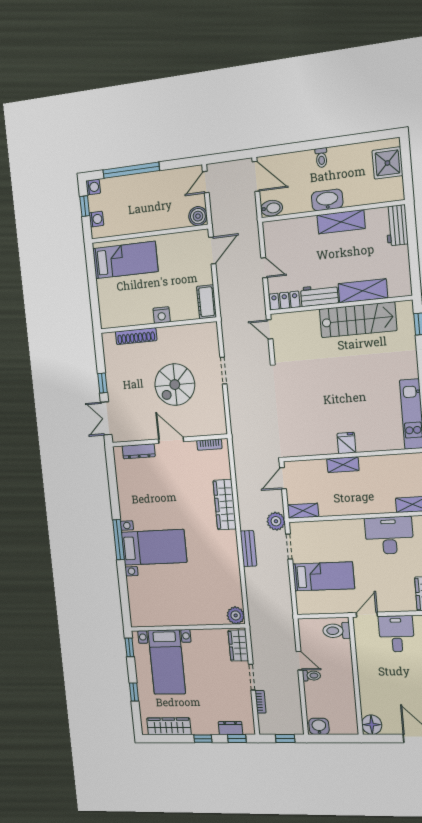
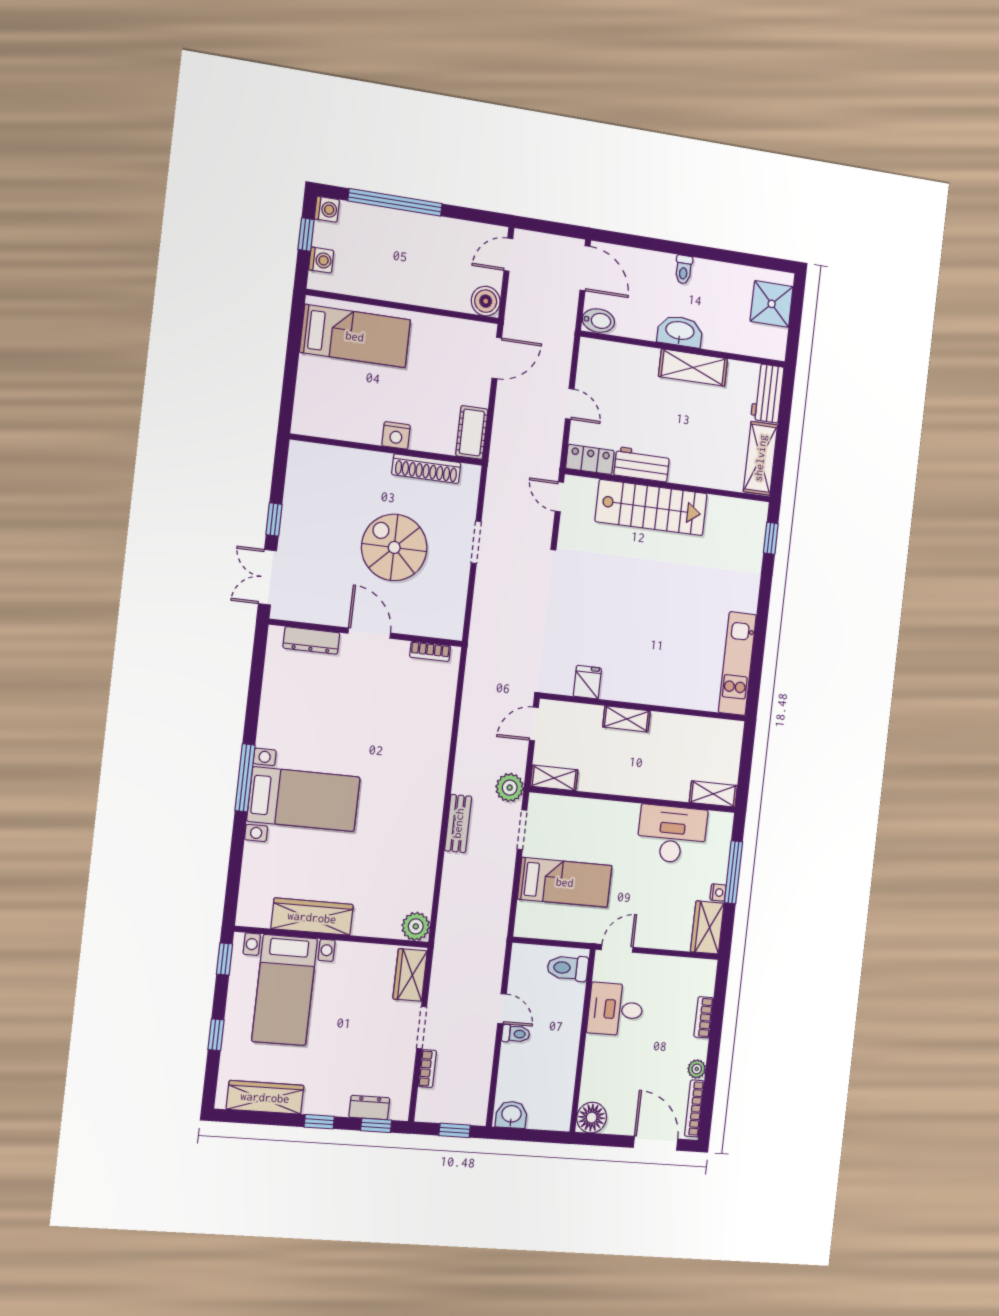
shelving: (363, 291) -> (760, 458), moved, turned 90
stairs: (358, 320) -> (651, 508), moved
shoe rack: (136, 336) -> (426, 469), moved
spiral stairs: (175, 385) -> (394, 547), turned 90
fridge: (346, 443) -> (587, 682), moved
wardrobe: (225, 505) -> (312, 917), moved, turned 90
desk: (396, 634) -> (616, 1009), moved, turned -90

